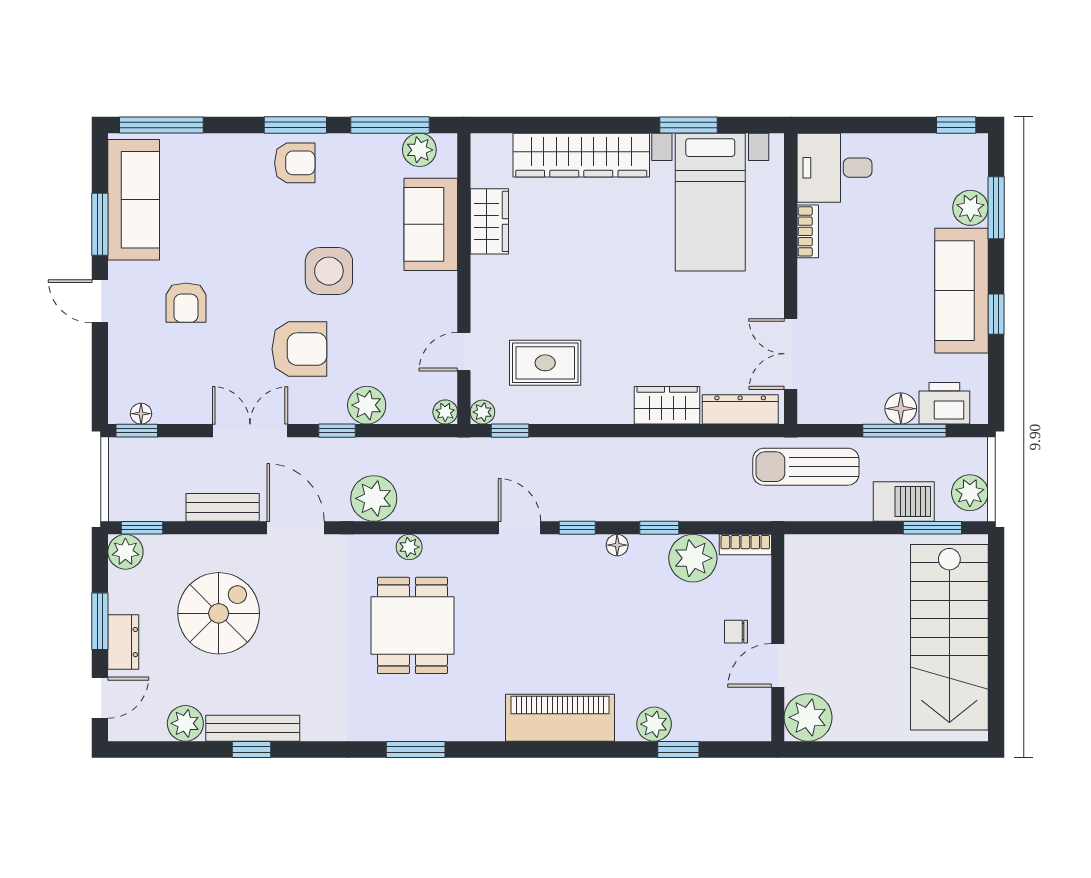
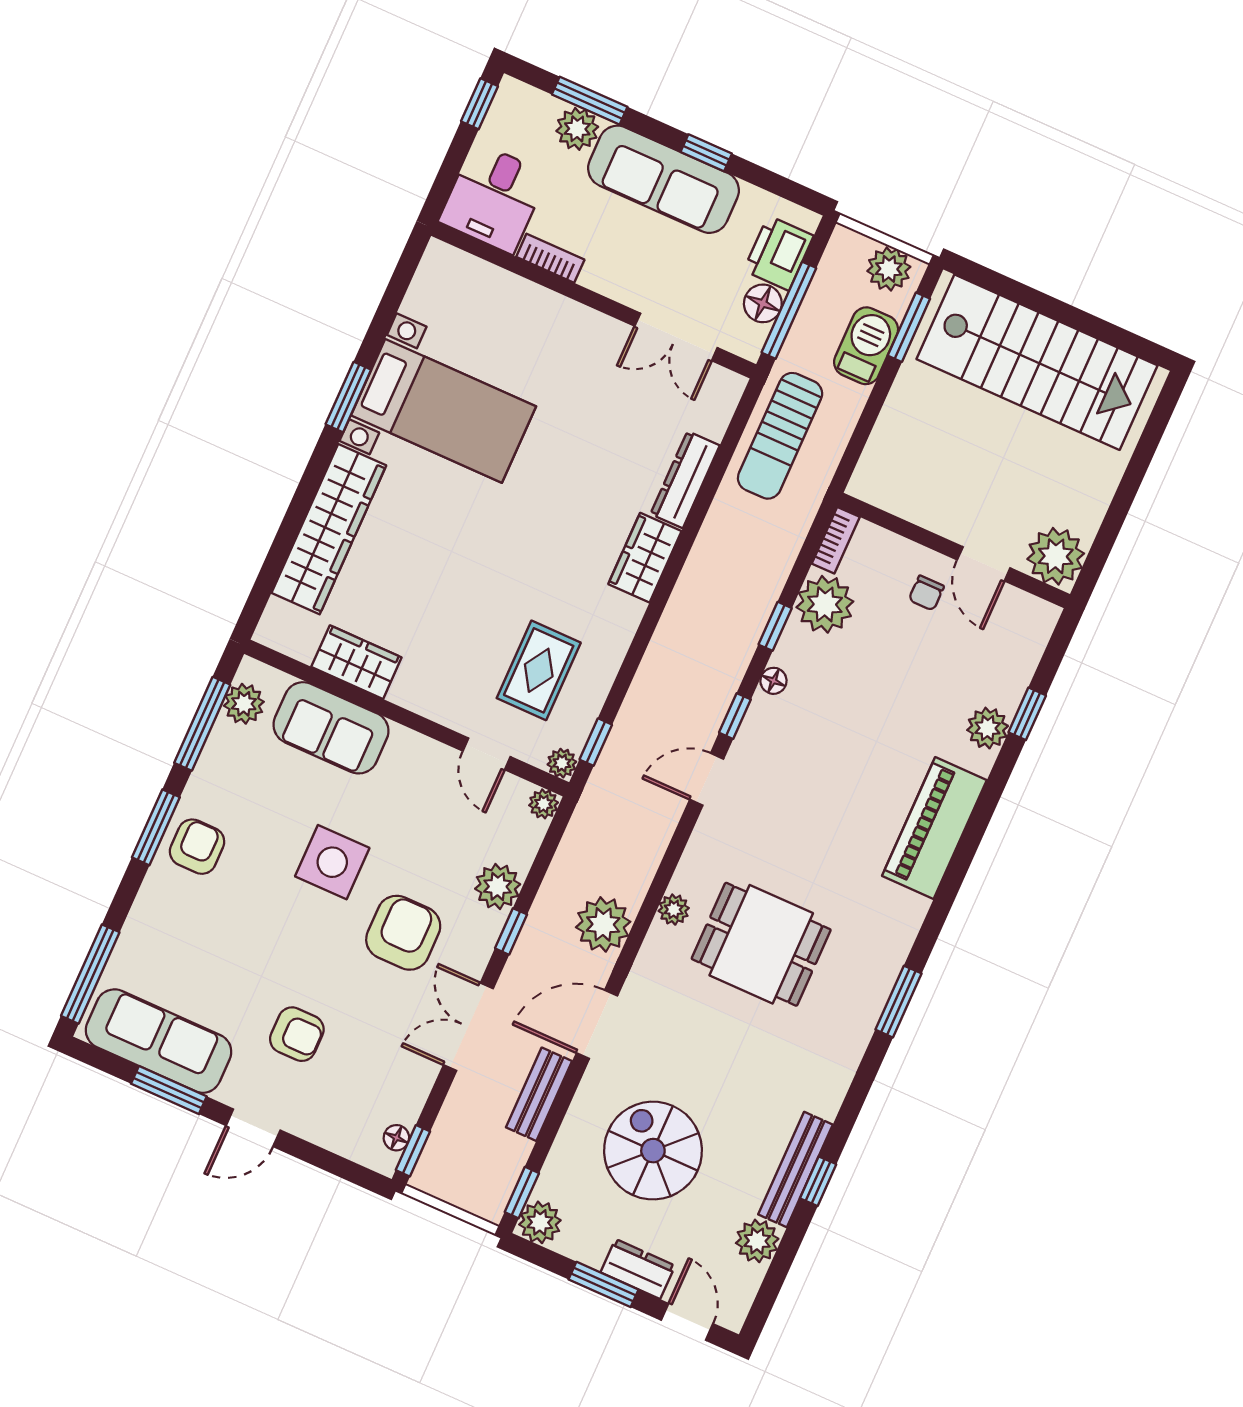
desk: (834, 168) -> (494, 198), moved
bookcase: (808, 231) -> (550, 258), moved
wall: (791, 279) -> (594, 300), moved
double door: (791, 354) -> (676, 337), moved

